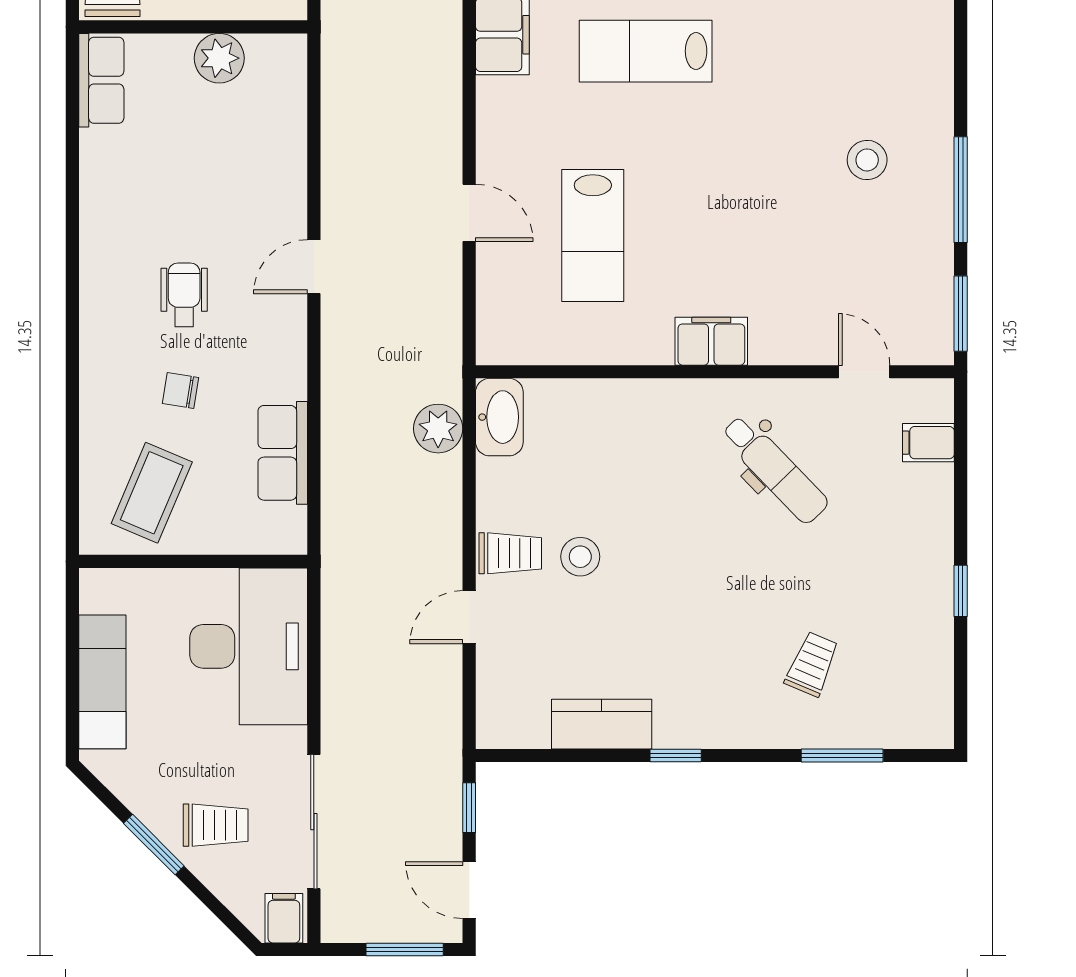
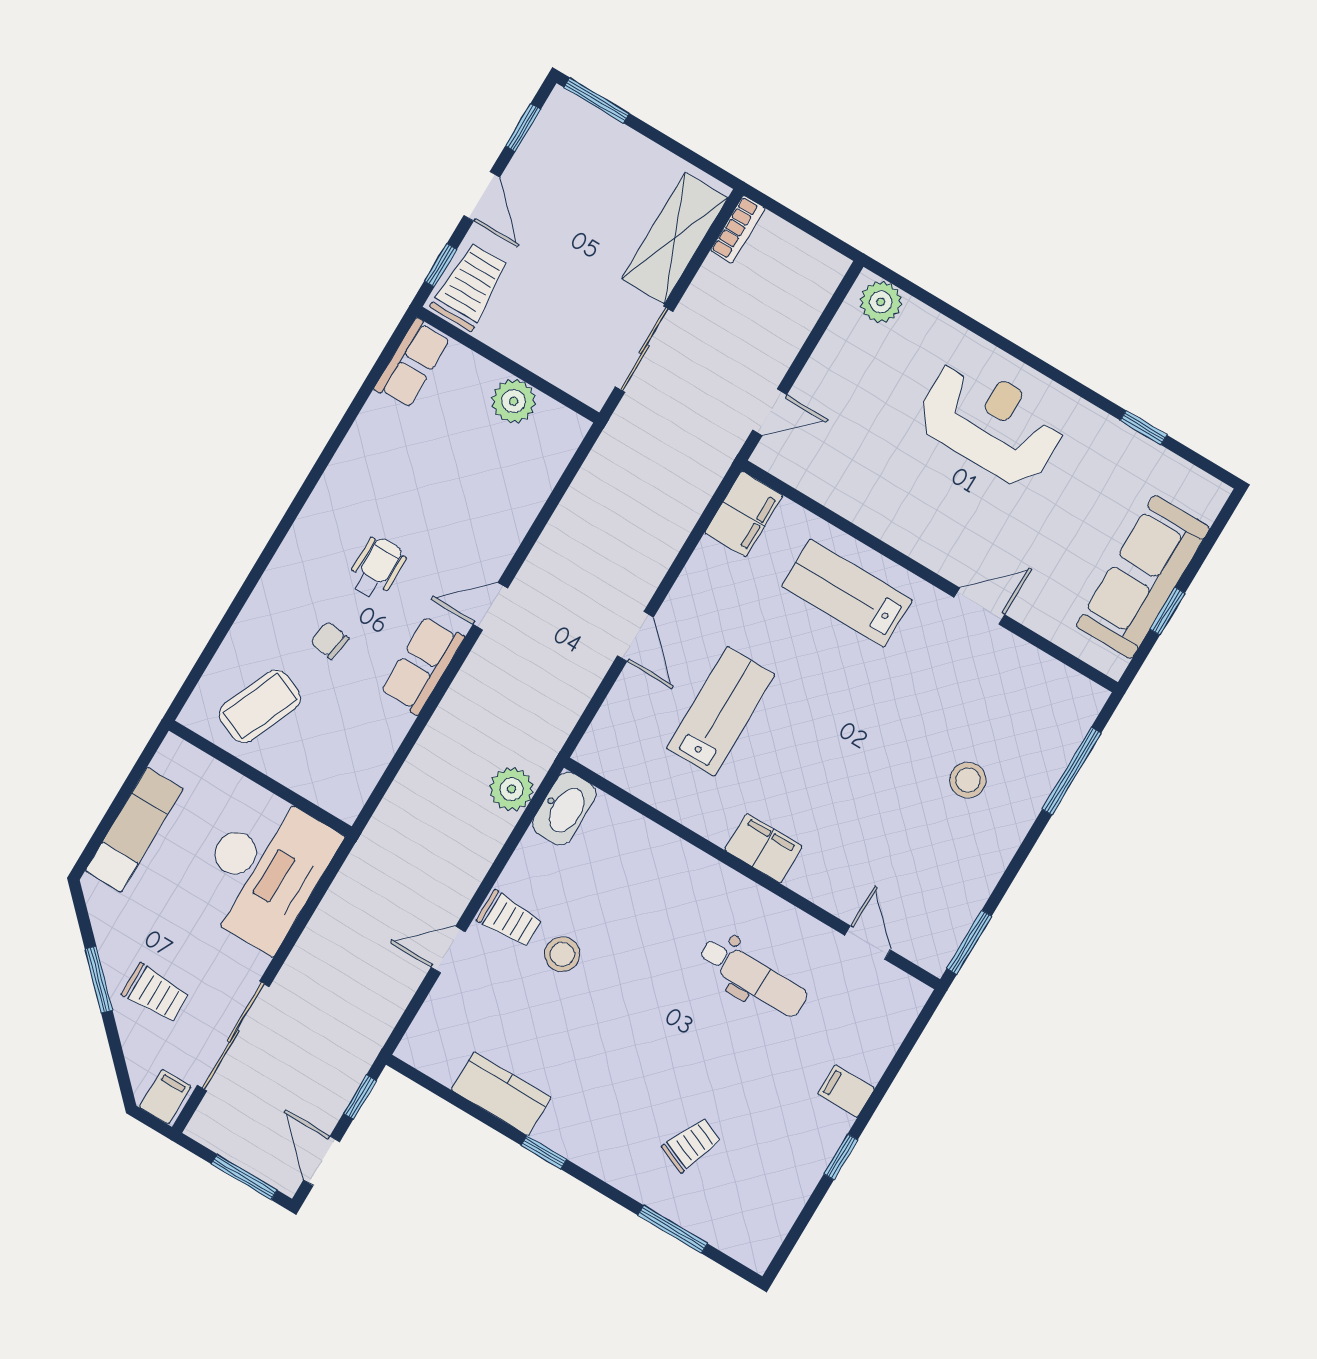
window: (961, 190) -> (1072, 771), moved
lab bench: (593, 235) -> (721, 711), turned 180
filing cabinet: (928, 443) -> (846, 1091), moved
row of seats: (283, 453) -> (422, 665), moved
dental chair: (775, 469) -> (753, 977), turned -46

